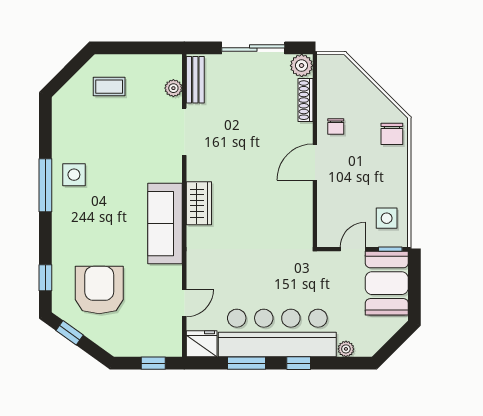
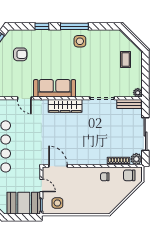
plant: (173, 88) -> (138, 93), moved
chair: (392, 134) -> (129, 175), moved
door: (315, 162) -> (58, 166), moved
wardrobe: (199, 203) -> (65, 106), width x1.50
window: (45, 278) -> (42, 26), moved
armchair: (99, 290) -> (20, 54), width x0.53, depth x0.53
door: (184, 303) -> (24, 98), moved

